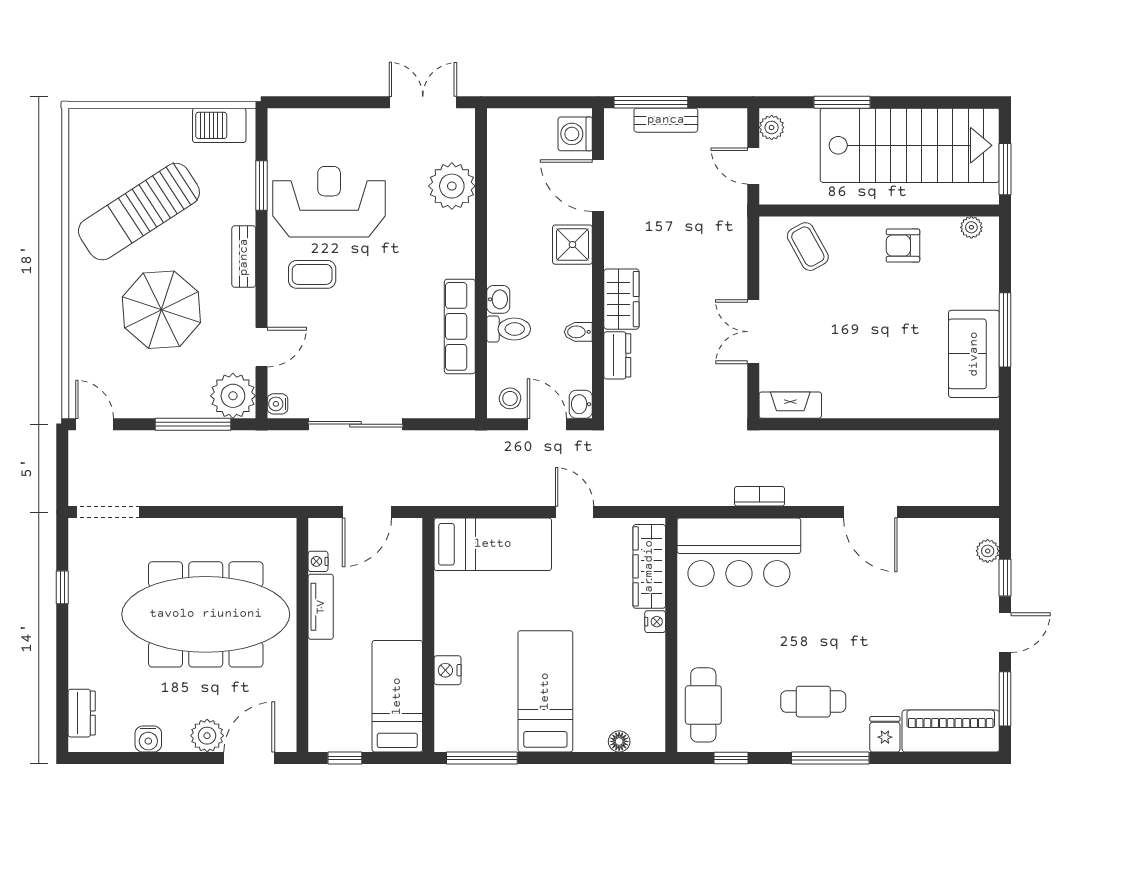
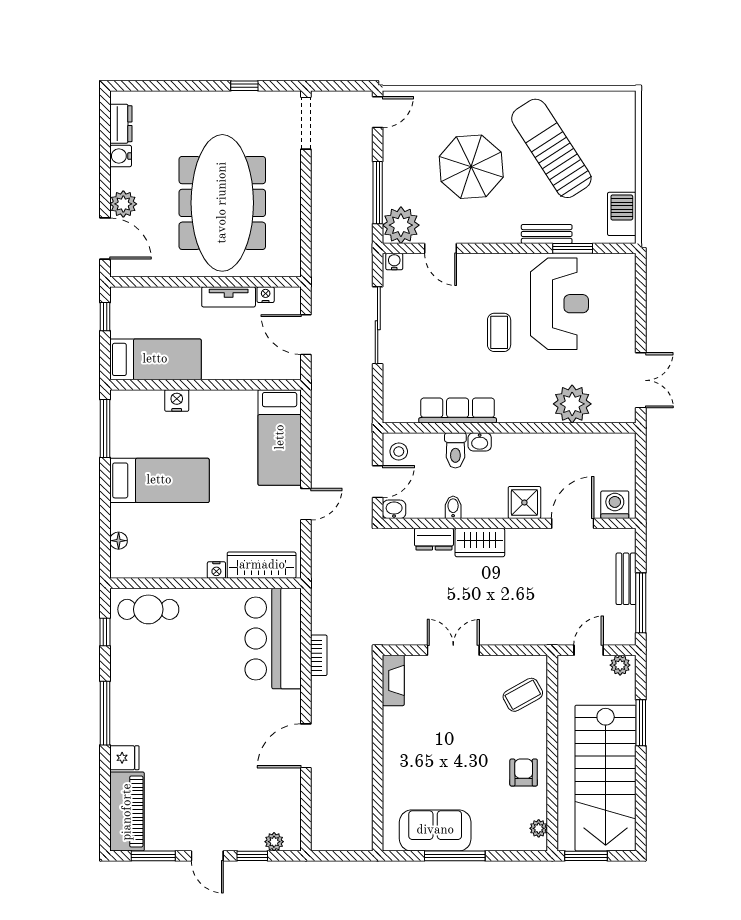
window: (651, 102) -> (641, 603), moved
bench: (244, 257) -> (547, 234), moved
coffee table: (312, 274) -> (499, 332), moved
cafe table: (813, 702) -> (151, 699), removed
dresser: (82, 713) -> (121, 124), moved, turned -90

